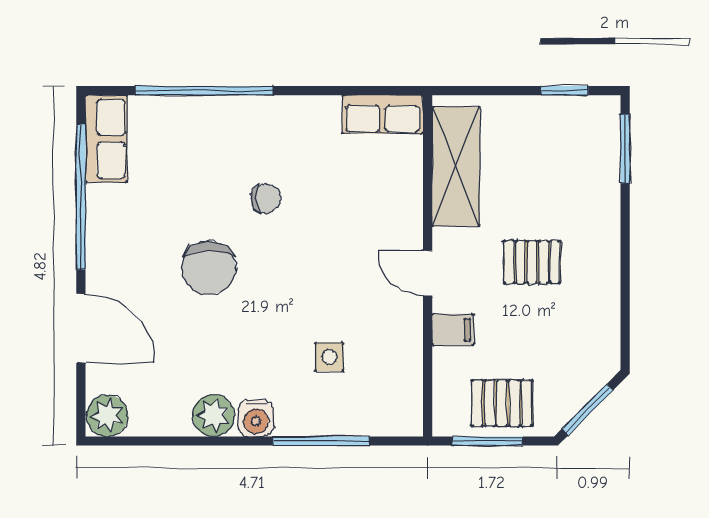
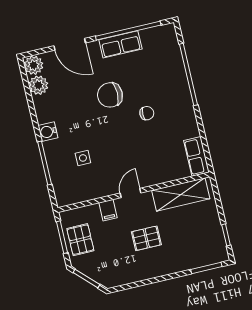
row of seats: (106, 139) -> (120, 44), moved
chair: (266, 199) -> (147, 113), turned -90
pallet: (532, 262) -> (146, 238), turned 90
door: (81, 328) -> (70, 44), hinge flipped
plant: (214, 415) -> (38, 85), moved

